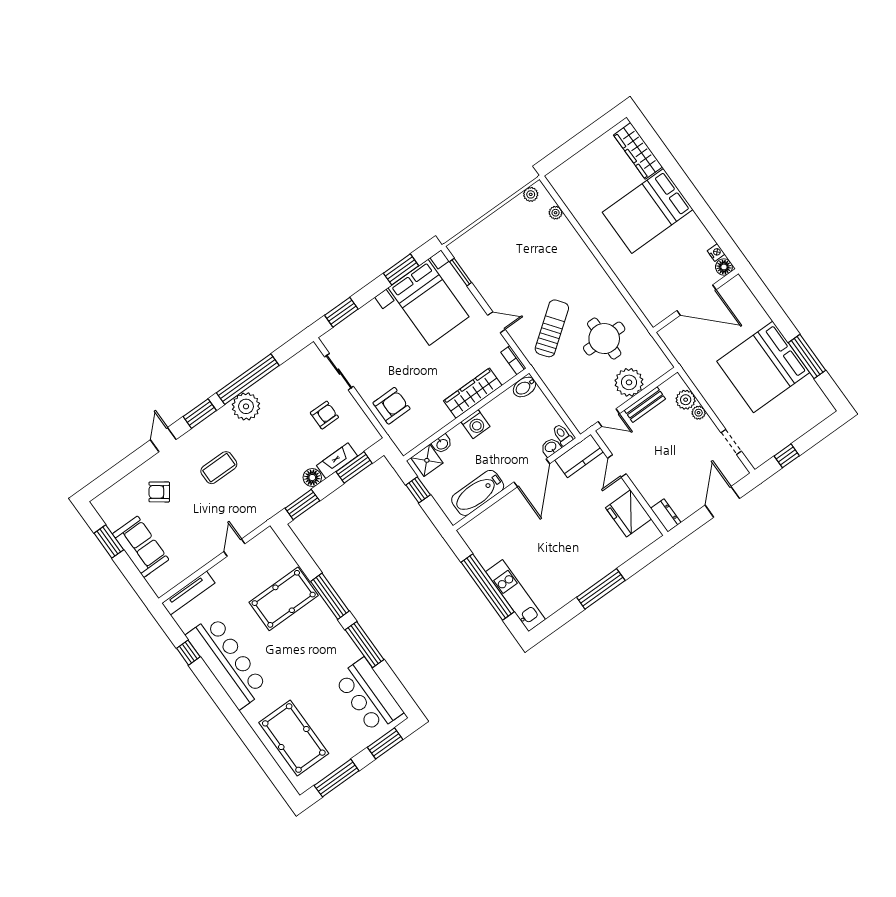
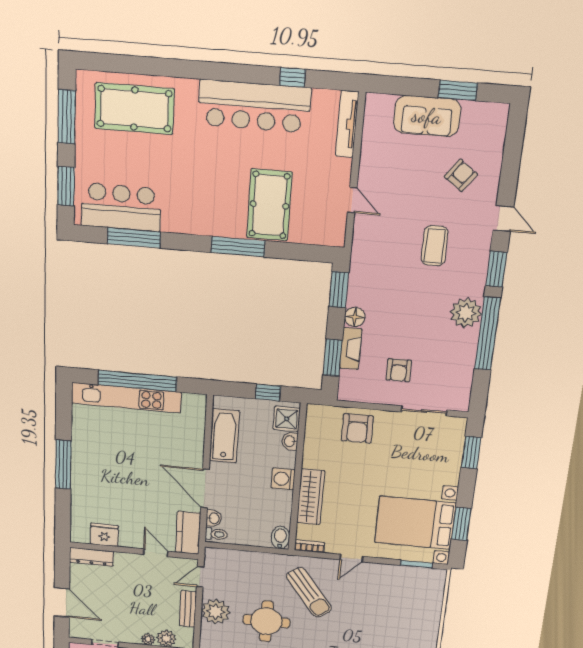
fridge: (629, 513) -> (104, 535), width x0.73, depth x0.75
dresser: (666, 515) -> (91, 557), width x1.44
kitchen unit: (515, 596) -> (126, 398), width x1.36
window: (365, 645) -> (134, 238), moved

